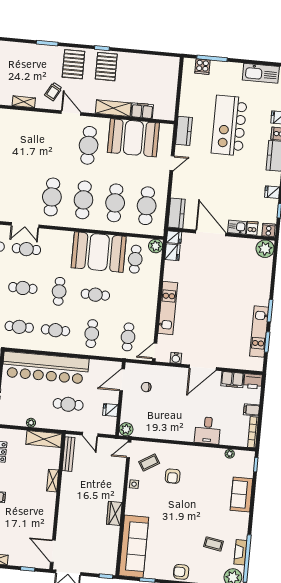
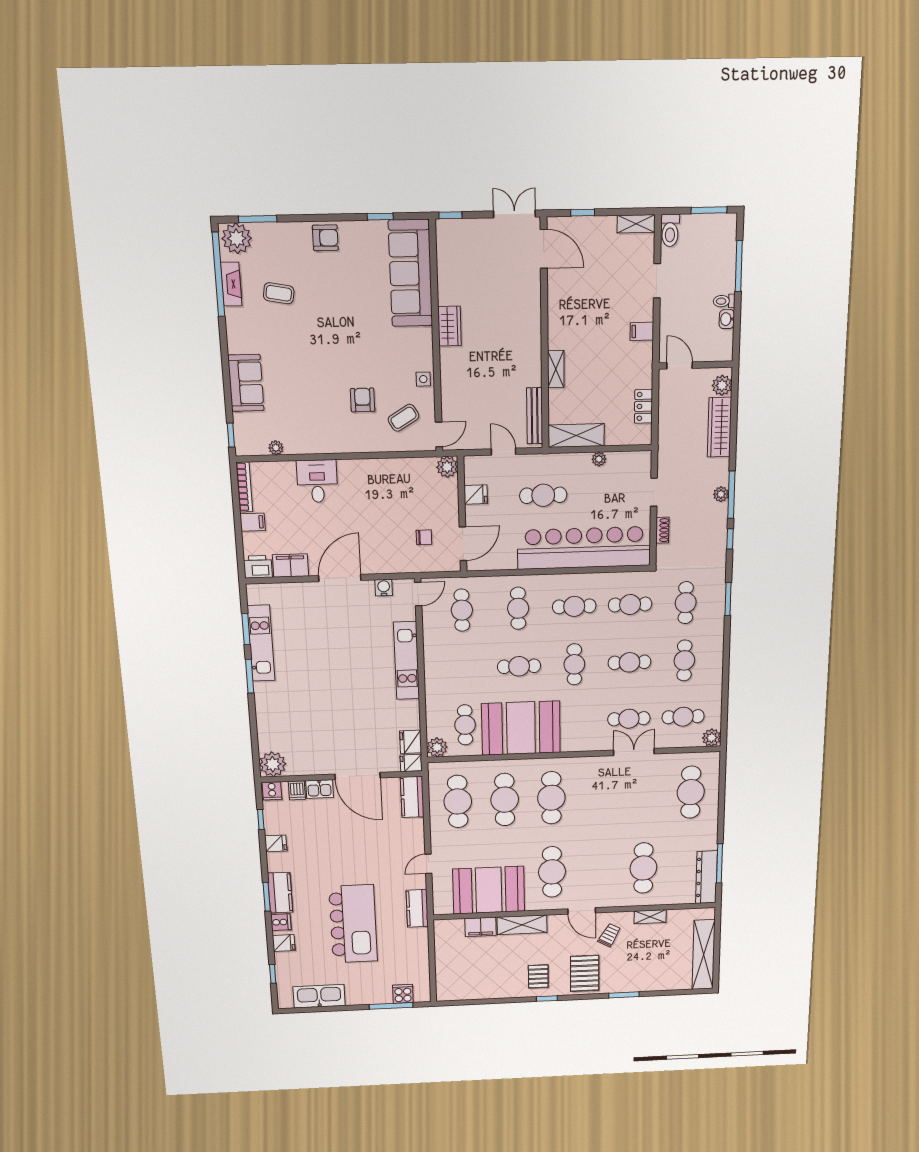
pallet: (106, 67) -> (538, 976), width x0.67, depth x0.71
cafe table: (52, 197) -> (643, 868), moved

